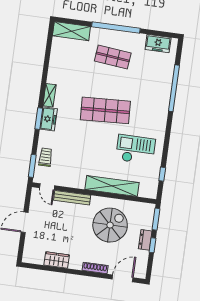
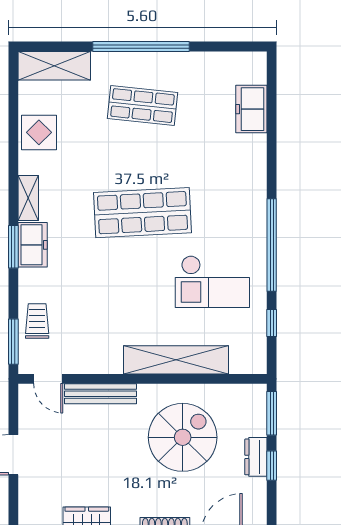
freezer: (158, 44) -> (251, 109), moved, turned 90
display table: (59, 63) -> (39, 132), added
window: (174, 88) -> (272, 245), moved
checkout: (136, 149) -> (212, 282), turned 180

